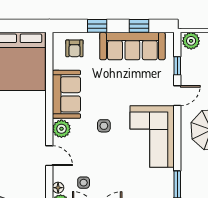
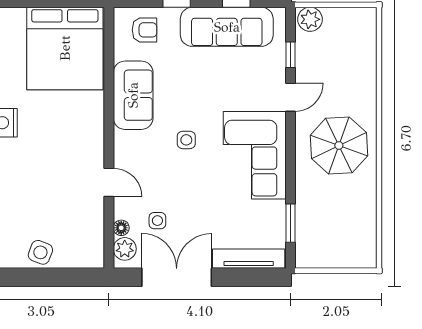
armchair: (74, 48) -> (145, 30), turned -90
plant: (61, 129) -> (126, 144), removed

